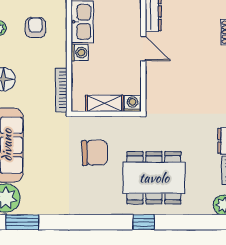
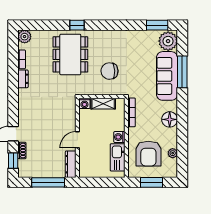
armchair: (35, 28) -> (148, 154), width x1.88, depth x1.88
door: (143, 48) -> (77, 140), hinge flipped
dining table: (154, 178) -> (70, 54), turned 90

